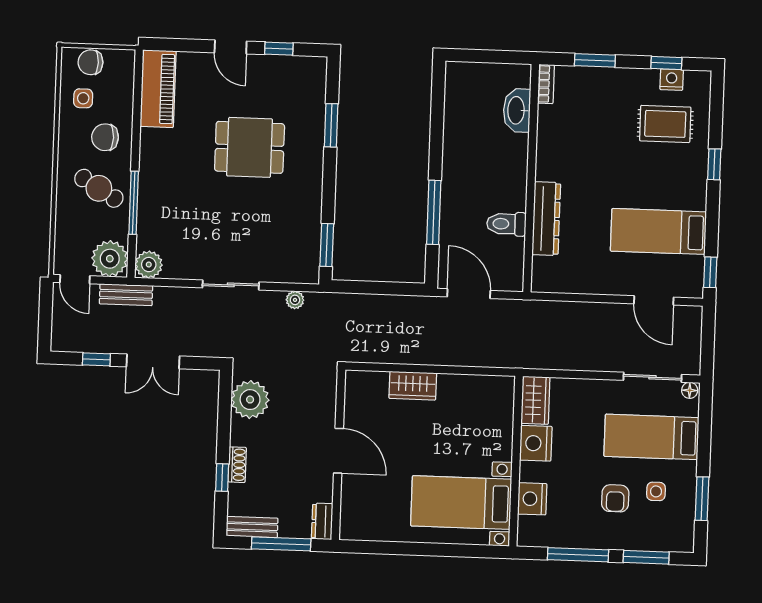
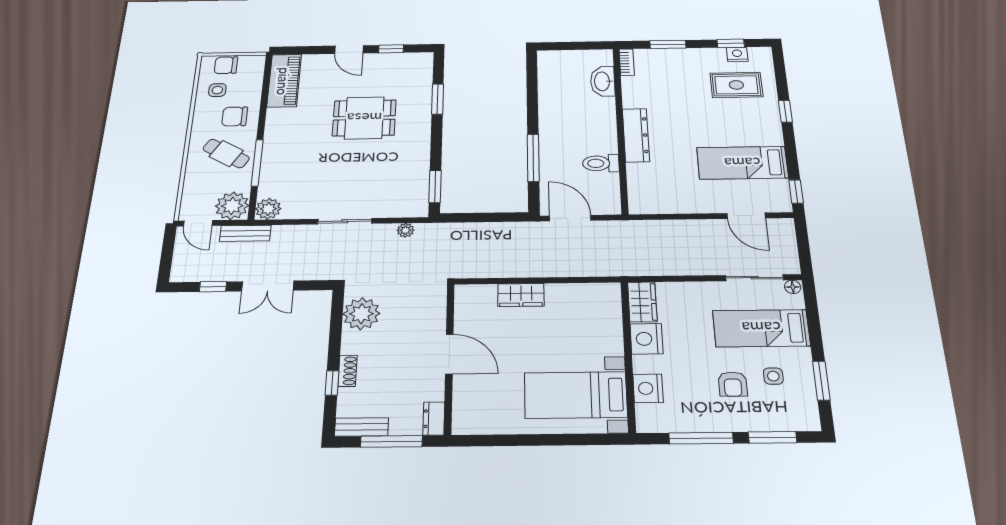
dresser: (546, 219) -> (636, 135), moved

